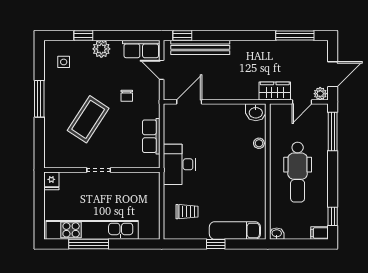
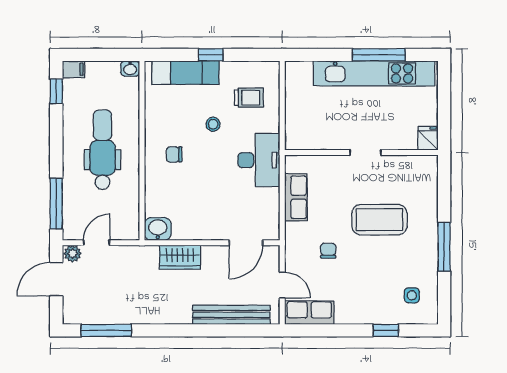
window: (182, 35) -> (255, 330), removed
plant: (101, 49) -> (362, 313), removed
wardrobe: (275, 91) -> (180, 257), moved
coffee table: (88, 119) -> (379, 220), turned 57
stool: (259, 143) -> (213, 124), moved
chair: (243, 169) -> (174, 154), added
trolley: (187, 212) -> (249, 98), turned 180

